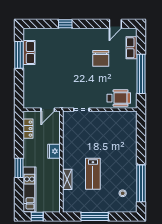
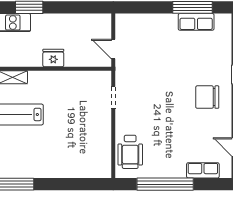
chair: (101, 58) -> (207, 97), moved
locker: (28, 129) -> (86, 21), removed

